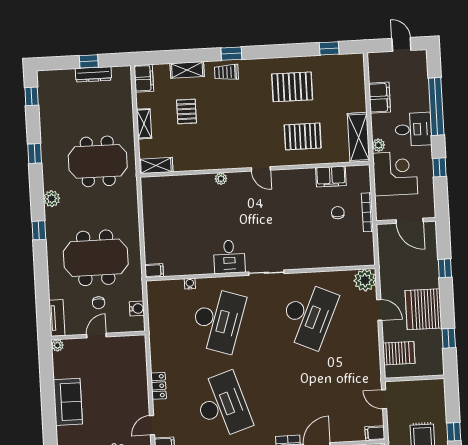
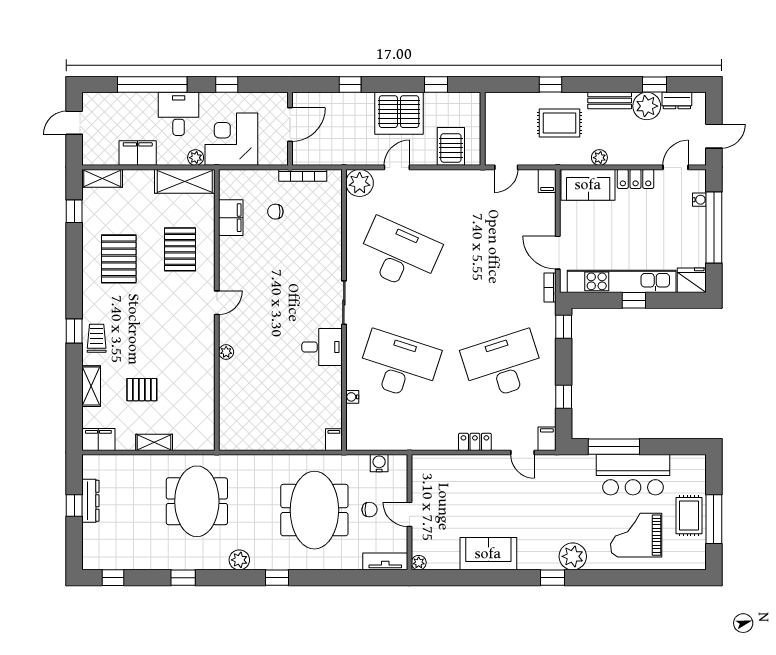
trolley: (226, 72) -> (97, 338), turned 180
shelving: (156, 166) -> (102, 178), moved, turned 90
bookcase: (367, 212) -> (303, 175), moved

